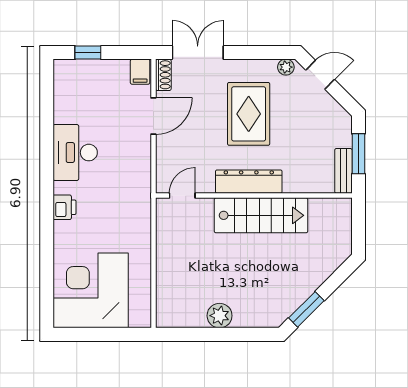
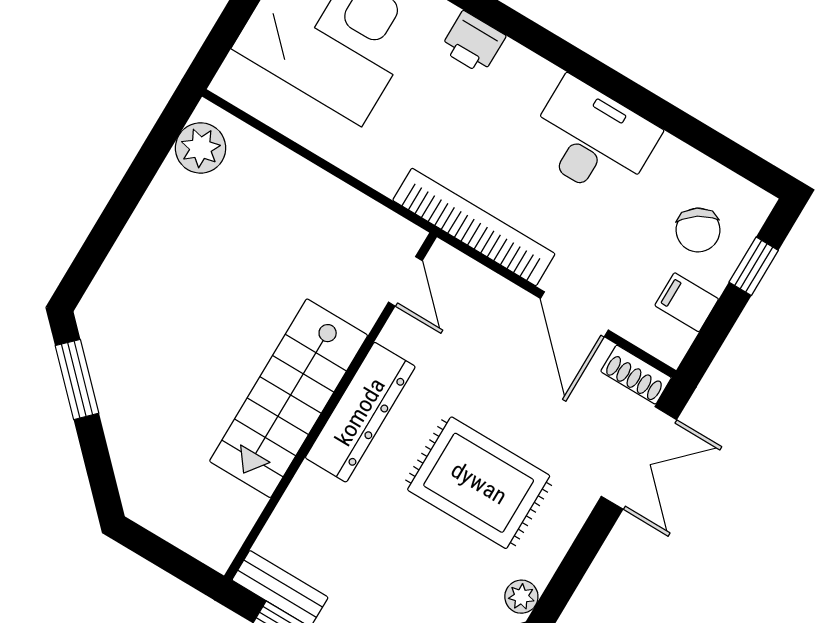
filing cabinet: (140, 72) -> (687, 302), moved
chair: (87, 85) -> (698, 230), added
bookcase: (142, 180) -> (474, 227), added
printer: (64, 207) -> (473, 43), moved
plant: (220, 316) -> (201, 148), moved

